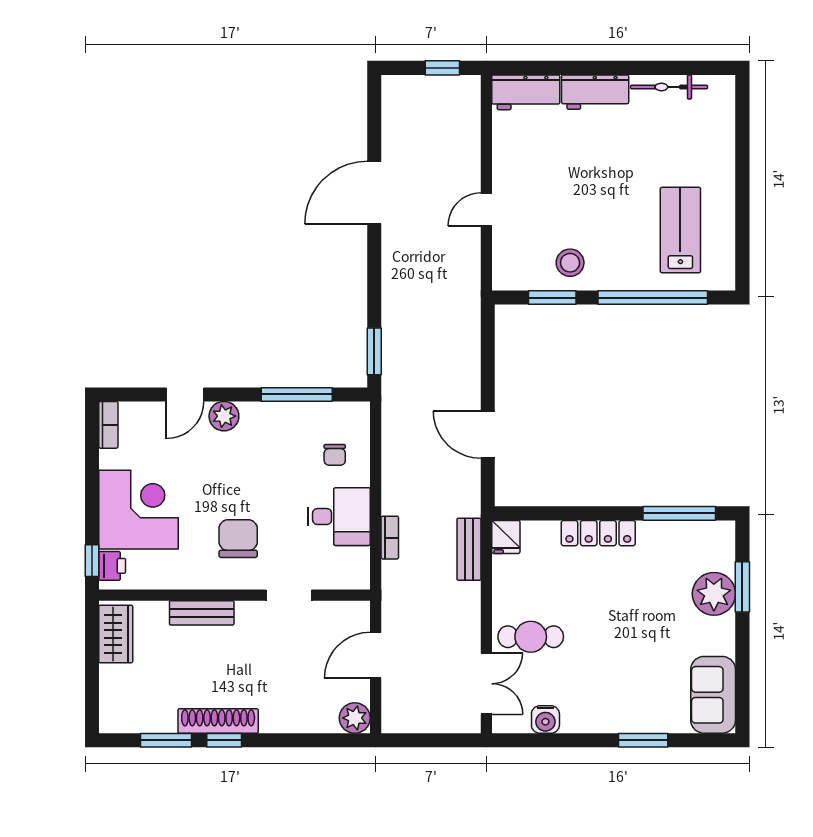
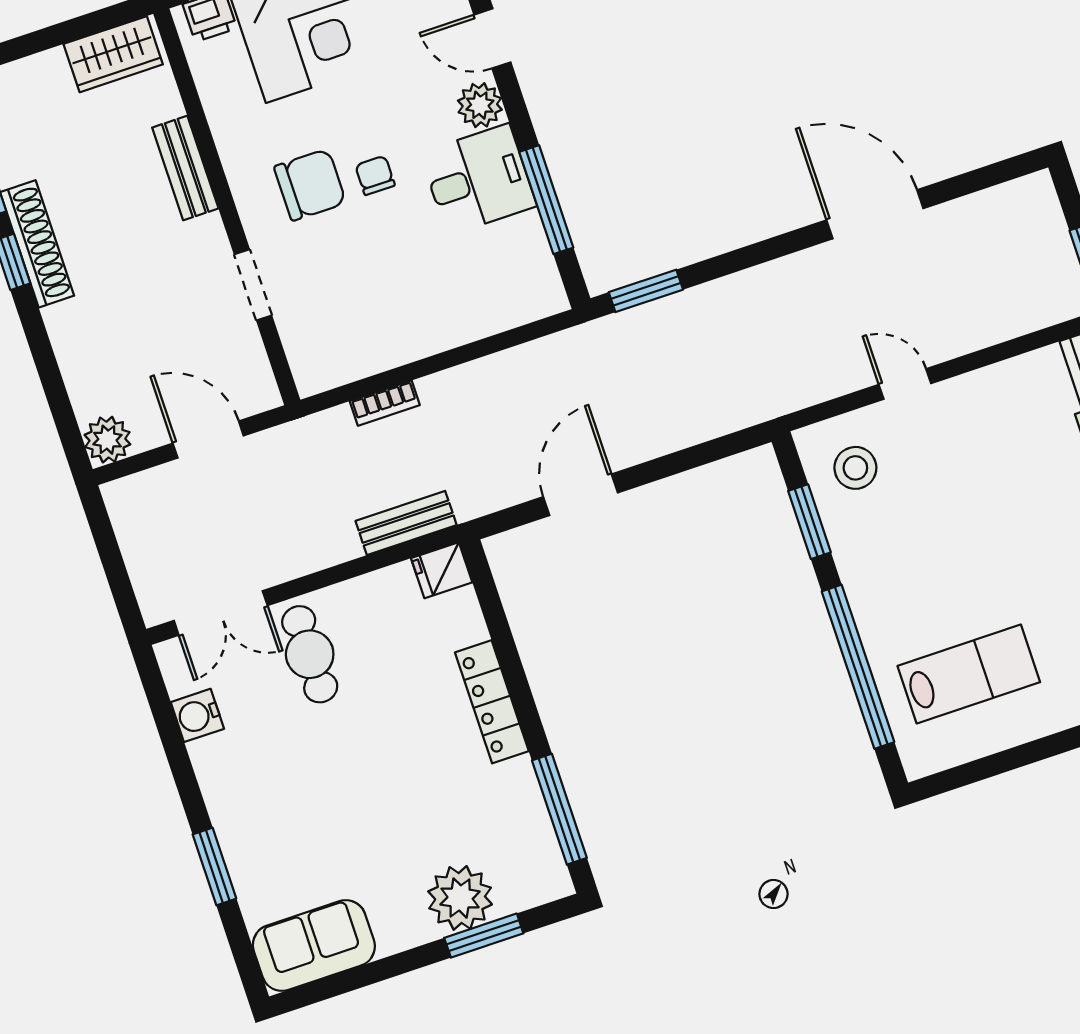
stool: (570, 263) -> (855, 468), moved
chair: (335, 455) -> (375, 175), moved, turned 90
desk: (339, 517) -> (478, 179), moved, turned -90

